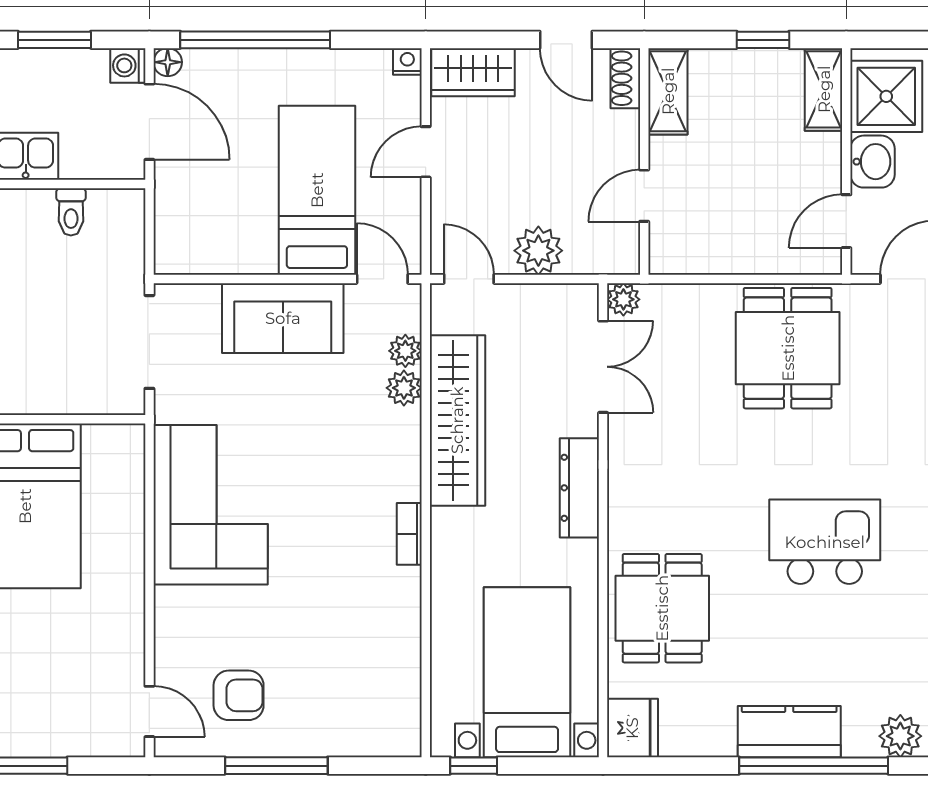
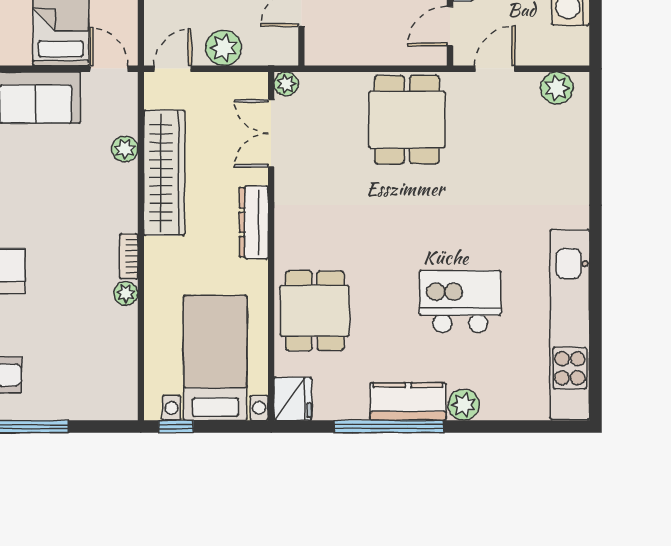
door: (469, 279) -> (173, 69), hinge flipped
plant: (405, 351) -> (126, 293), moved
double door: (603, 367) -> (271, 133), swing flipped
kitchen island: (825, 542) -> (460, 302), moved
plant: (900, 736) -> (464, 405), moved
window: (814, 766) -> (389, 426), moved

